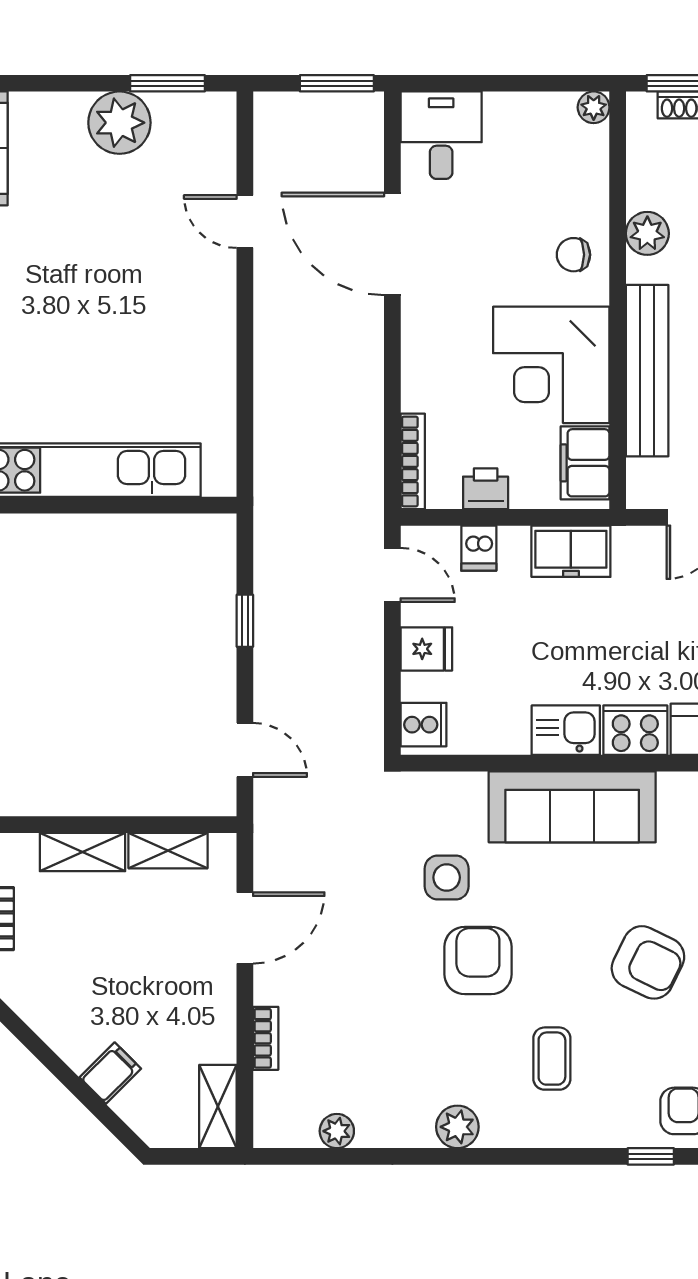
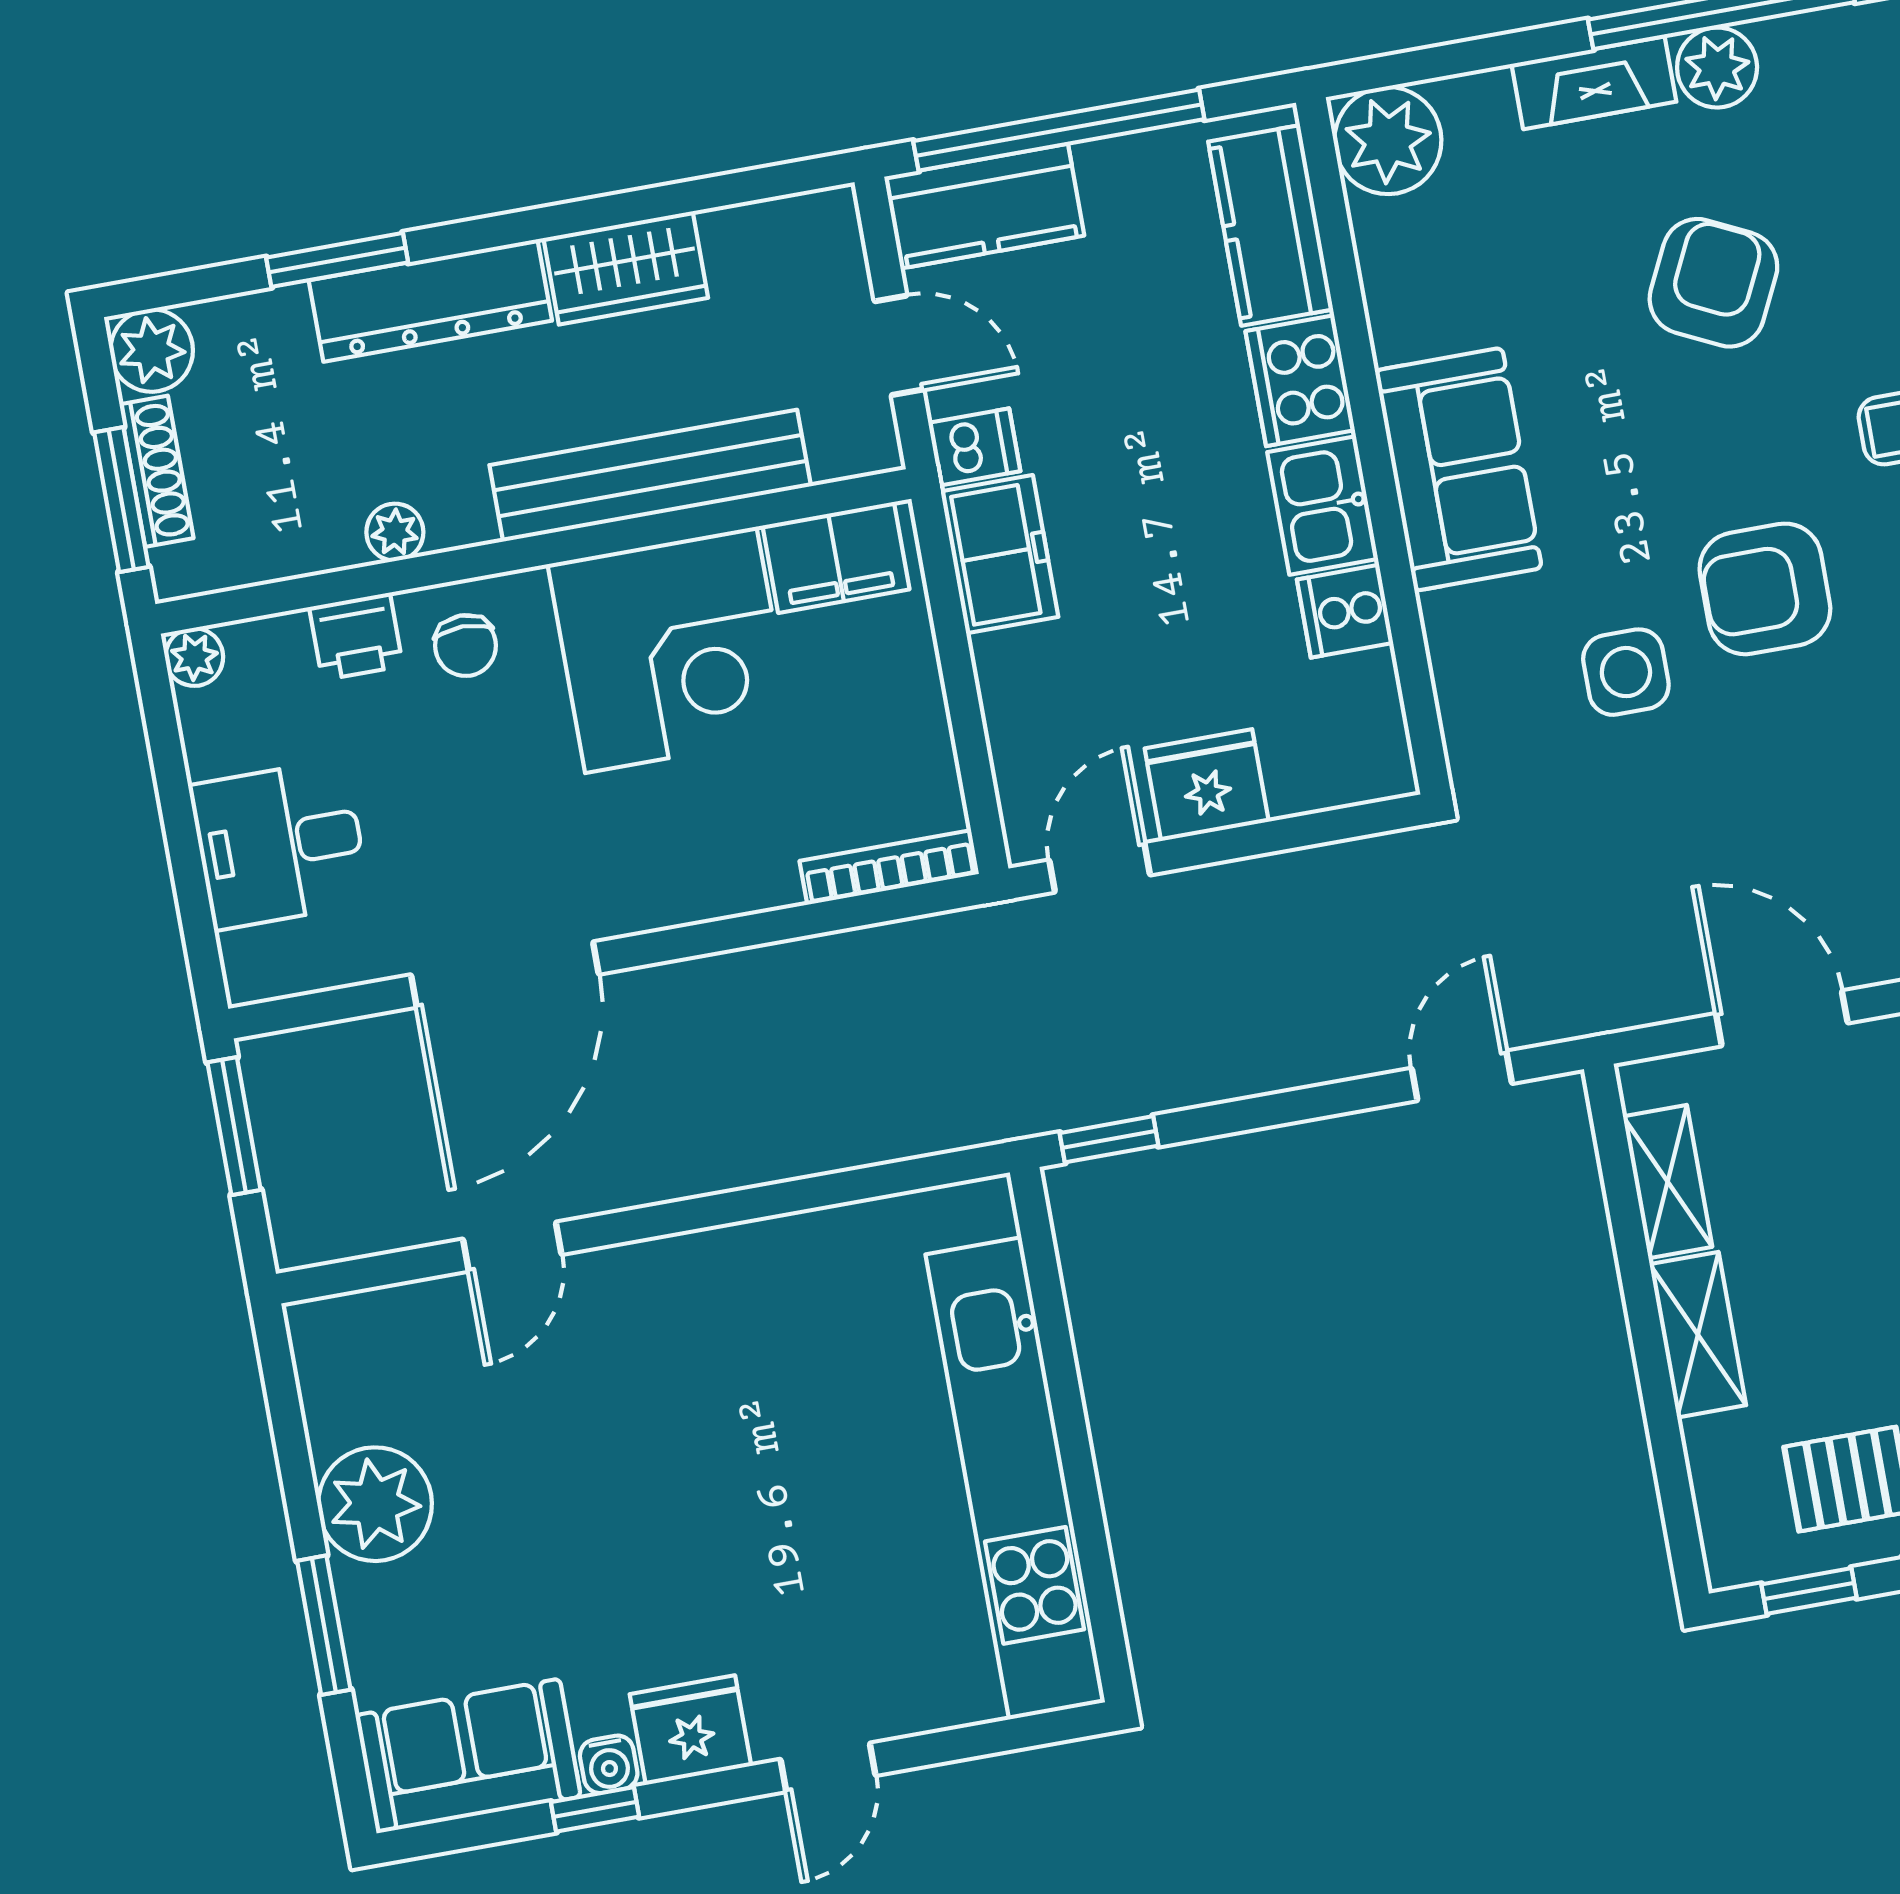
window: (167, 83) -> (324, 1625), moved
desk: (441, 135) -> (280, 844), moved
plant: (647, 233) -> (395, 532), width x0.73, depth x0.73
printer: (486, 489) -> (356, 636), moved, turned -90
dishwasher: (479, 548) -> (974, 447), moved
window: (245, 621) -> (1109, 1139), moved
fridge: (426, 649) -> (1207, 785), width x1.38
cooker: (423, 725) -> (1345, 611), moved, turned -90
sofa: (572, 807) -> (1458, 469), width x0.73

